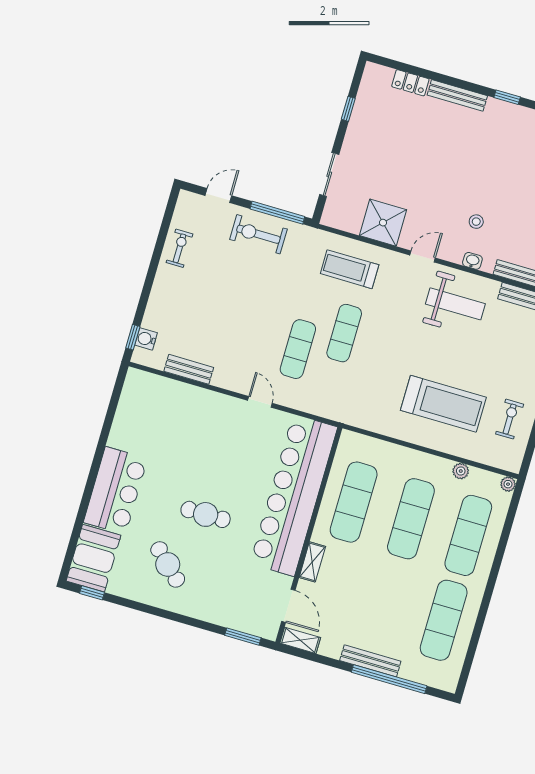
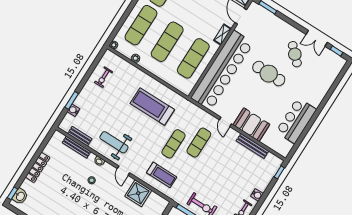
door: (423, 257) -> (123, 171), hinge flipped
water cooler: (146, 339) -> (257, 195), moved
bench: (189, 369) -> (252, 146), width x1.36
treadmill: (443, 404) -> (152, 107), moved
bar counter: (115, 490) -> (296, 121), moved
cafe table: (206, 514) -> (269, 74), width x1.37, depth x1.35
booth: (94, 558) -> (251, 125), moved, turned 90
double door: (136, 605) -> (317, 38), added

